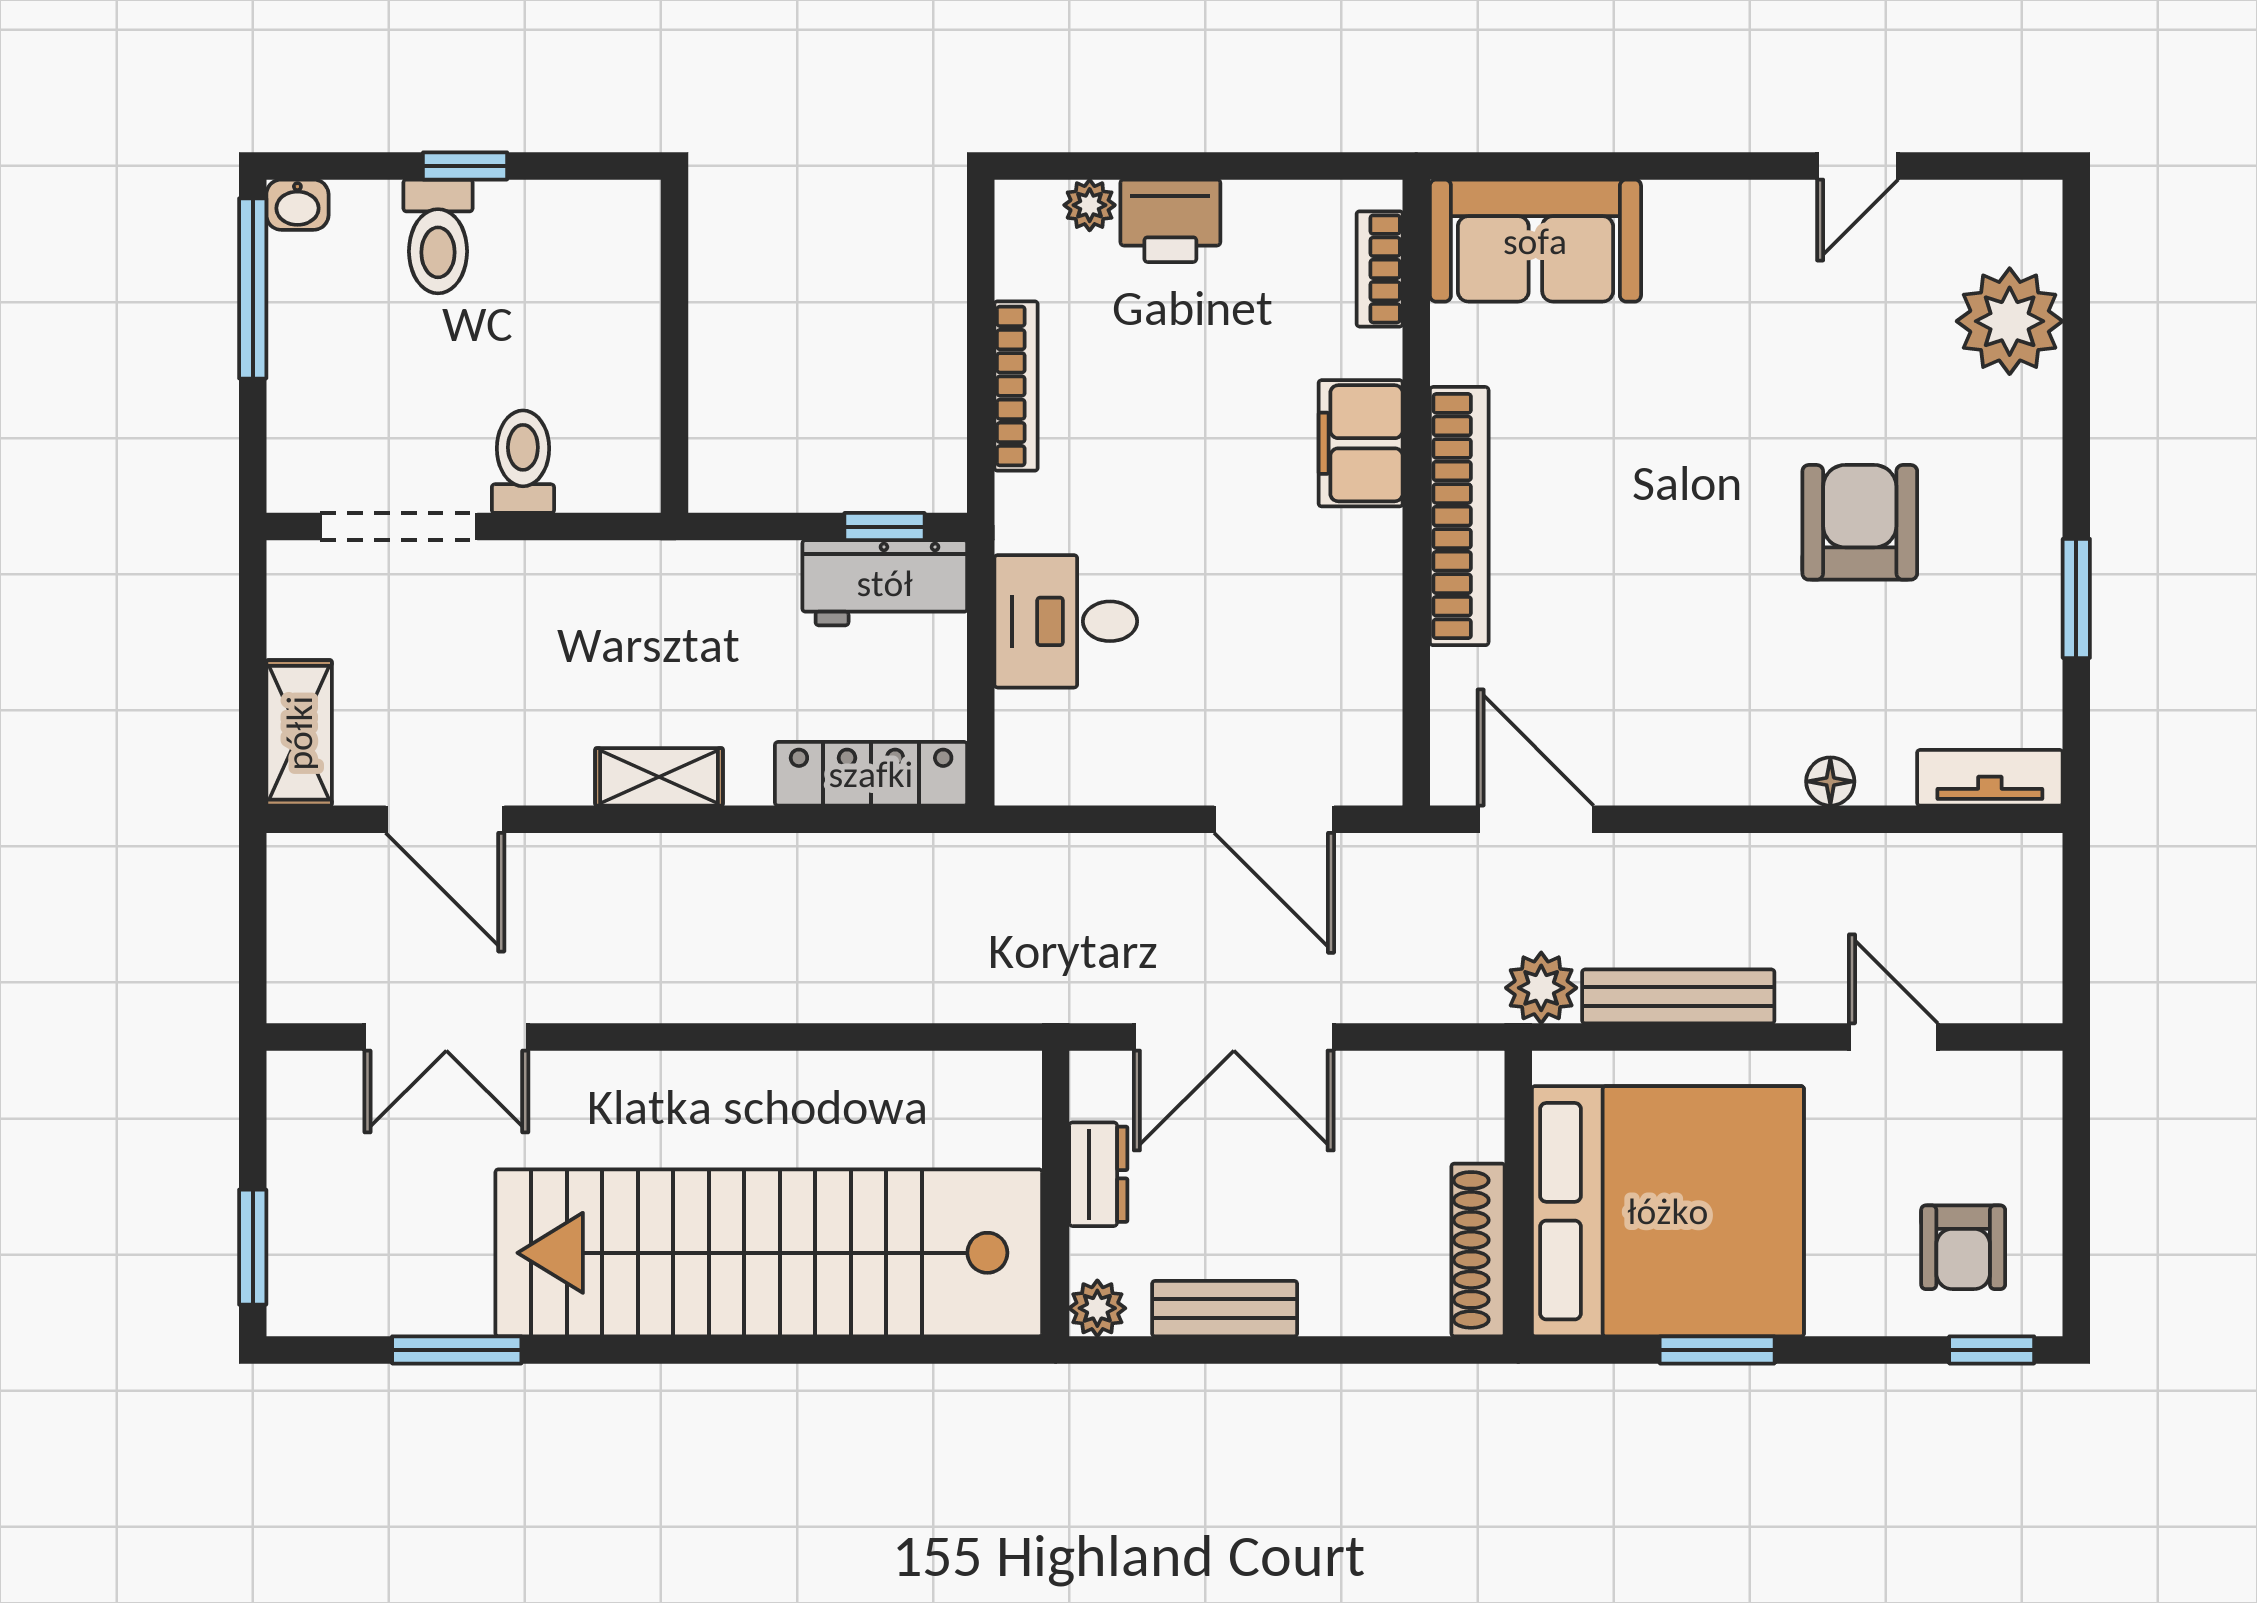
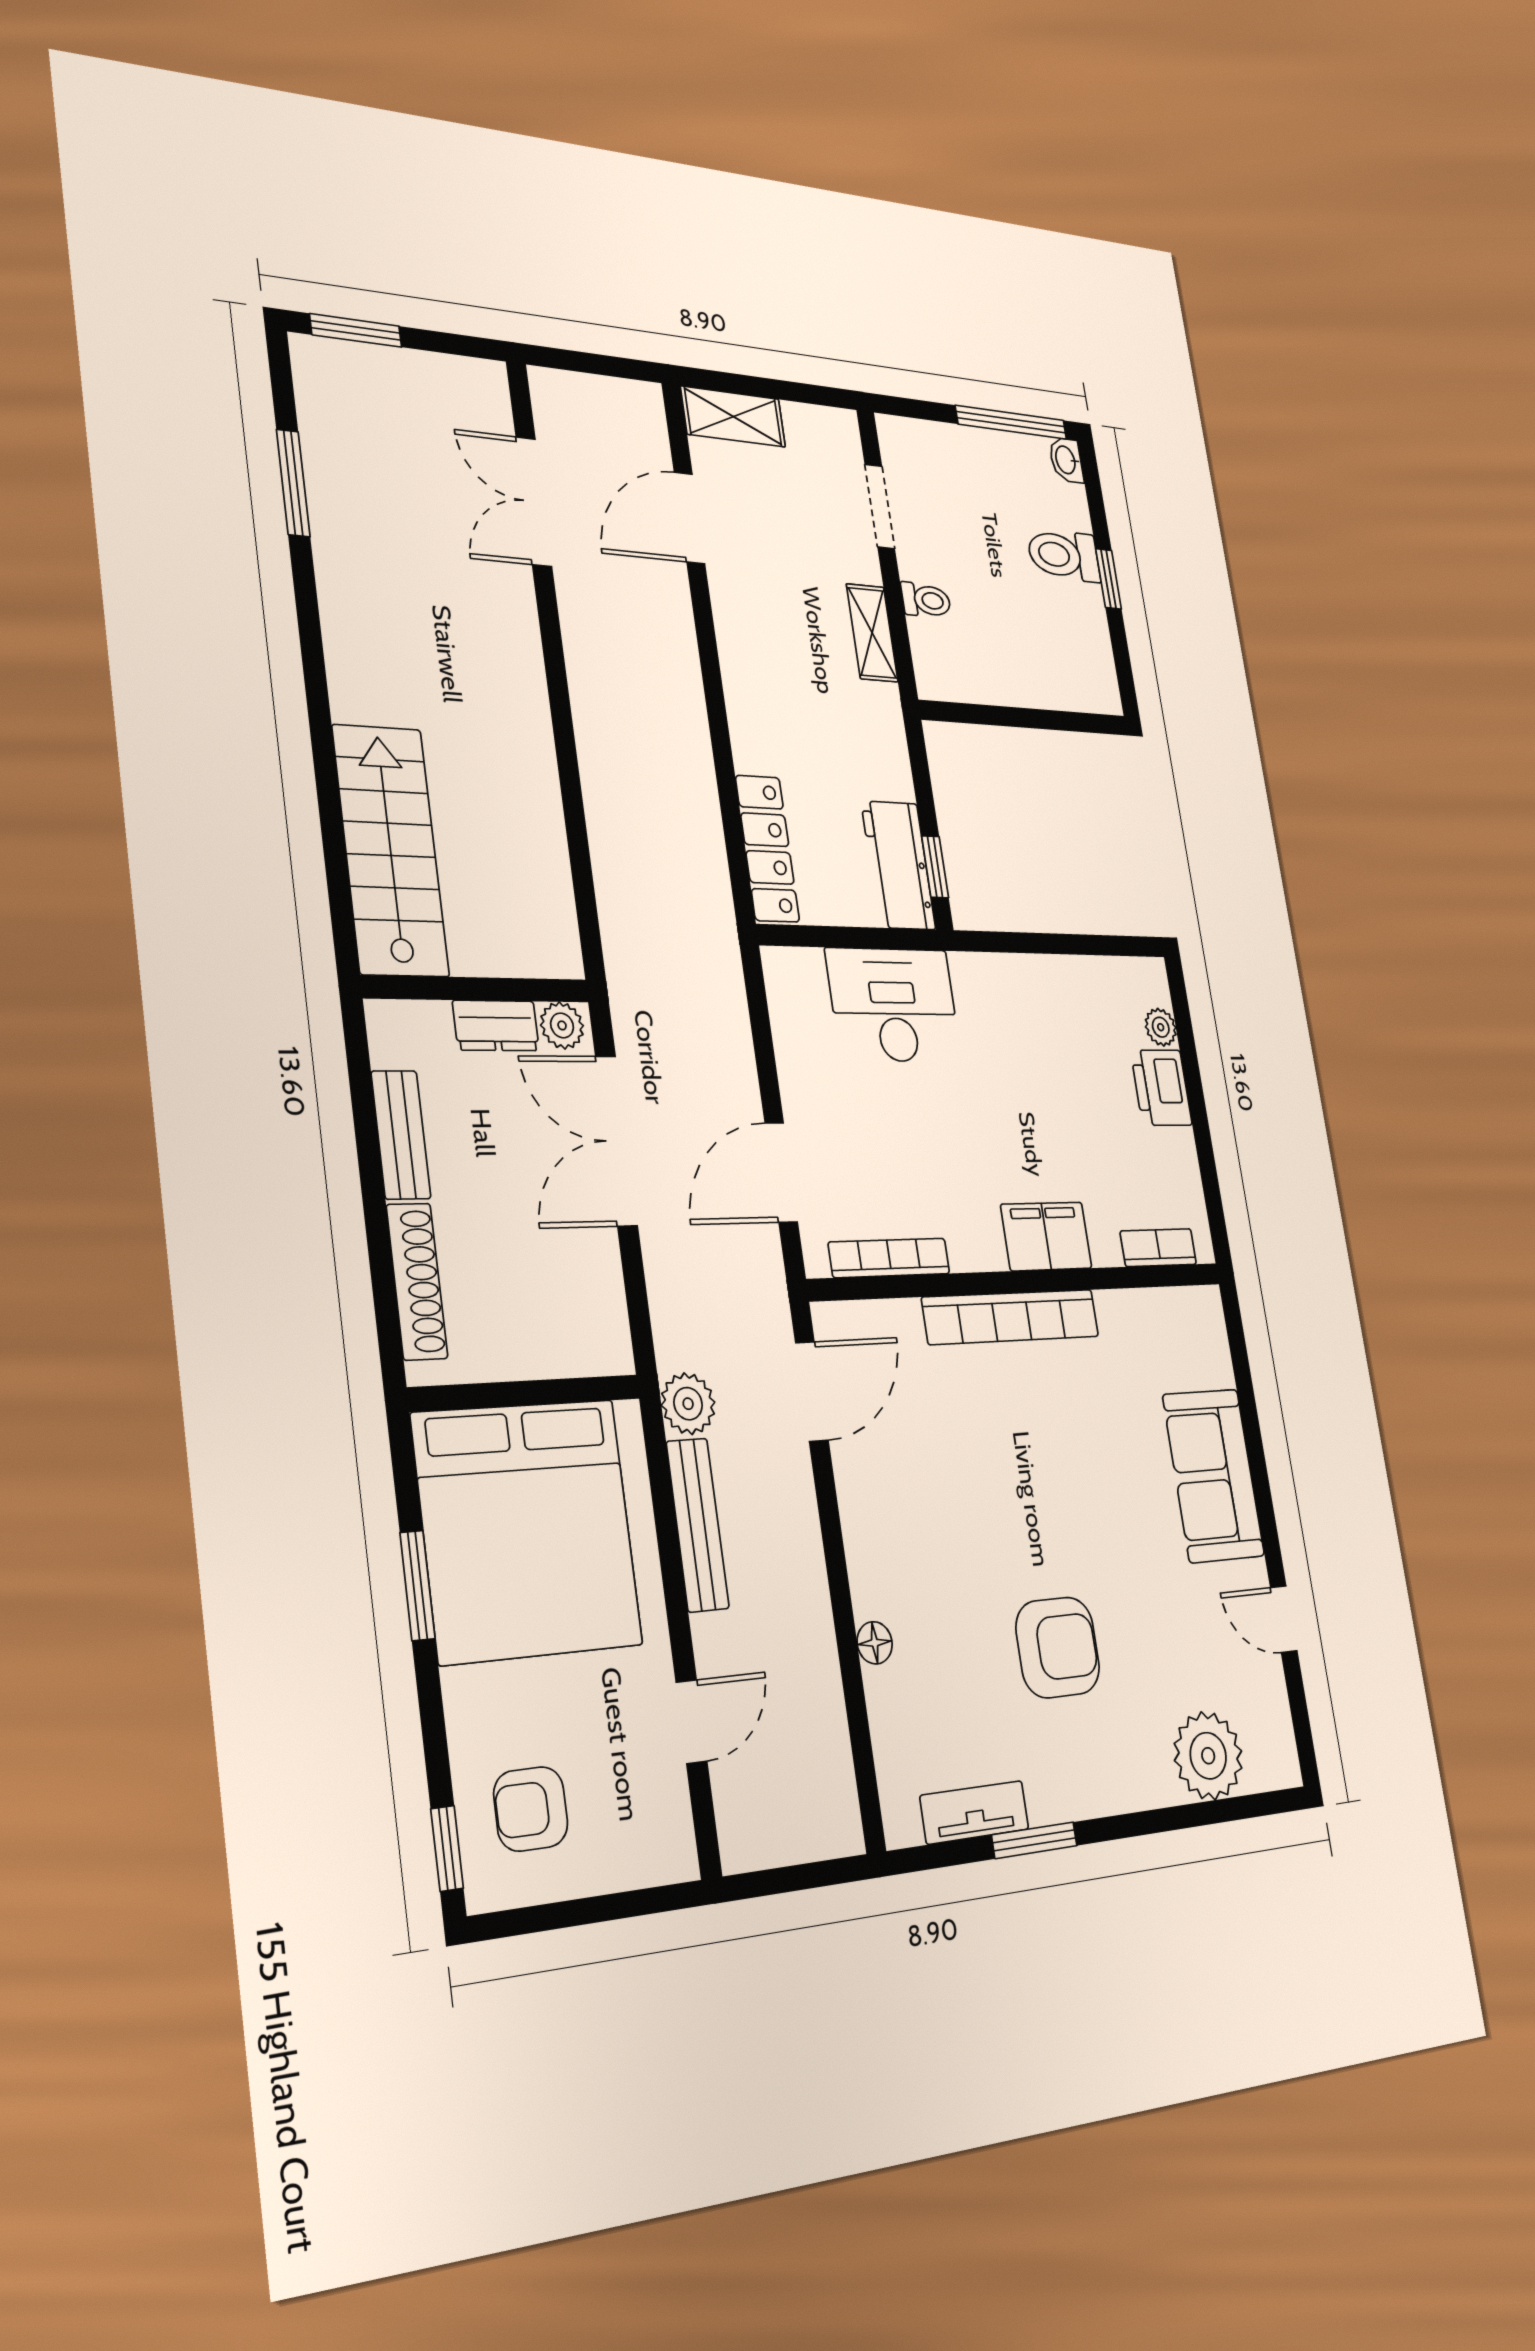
sofa: (1535, 241) -> (1213, 1475), moved
bookcase: (1016, 386) -> (889, 1258), moved, turned 180
toilet: (523, 462) -> (926, 600), width x0.73, depth x0.72
doorway: (399, 527) -> (880, 507), width x0.73
desk: (1066, 621) -> (894, 1005), width x1.37
shelving: (659, 777) -> (872, 633), moved
tv unit: (1990, 778) -> (974, 1812), moved, turned -90
shoe rack: (1478, 1250) -> (417, 1281), moved, turned 90
stairs: (769, 1253) -> (391, 851), width x0.54, depth x0.66
plant: (1097, 1308) -> (562, 1025), moved

